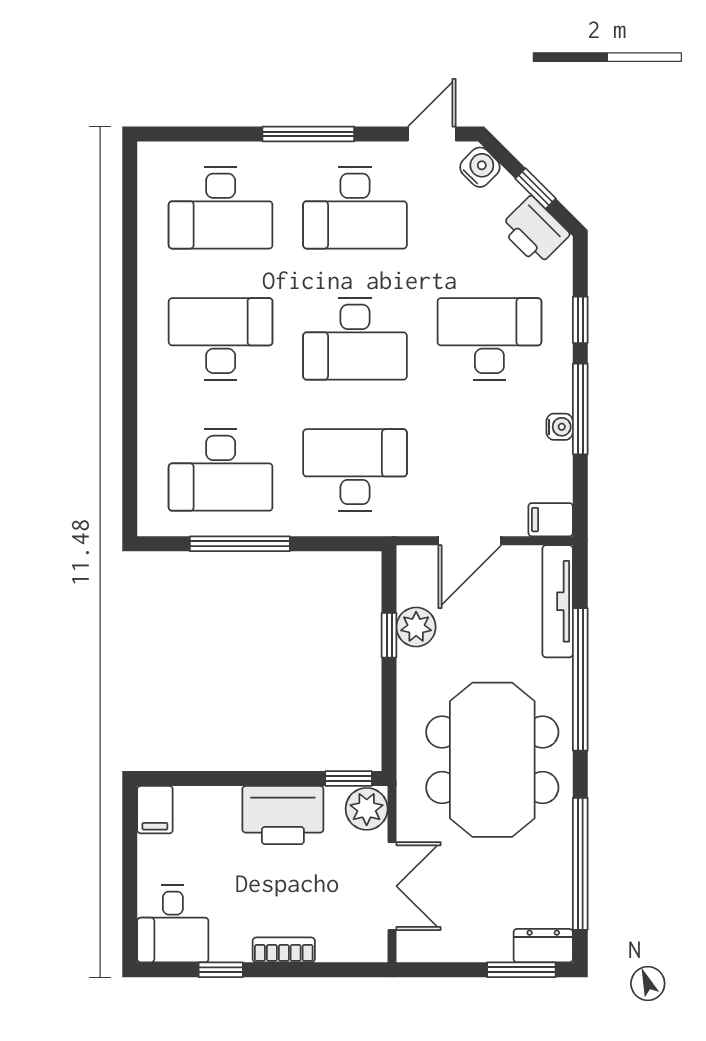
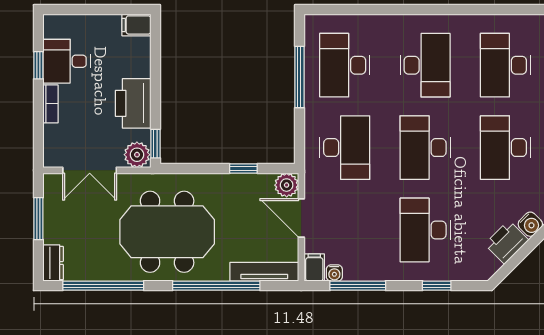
window: (536, 188) -> (517, 258), removed
printer: (534, 231) -> (507, 242), moved
desk: (489, 339) -> (425, 230), turned 180
window: (580, 409) -> (358, 286), moved
water cooler: (560, 427) -> (334, 273), moved
plant: (416, 627) -> (287, 185), moved
desk: (173, 924) -> (66, 61), moved
window: (521, 970) -> (38, 219), moved

